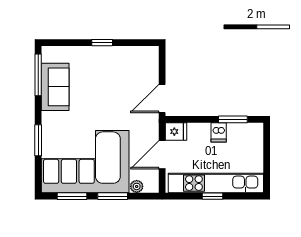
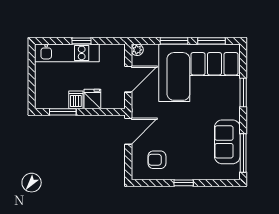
armchair: (131, 68) -> (157, 160), added
fridge: (176, 132) -> (92, 99), moved, turned 90
kitchen unit: (216, 183) -> (67, 53), width x0.73
plant: (137, 186) -> (137, 50), moved

